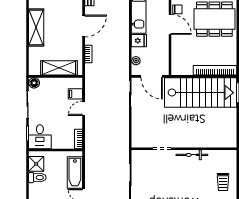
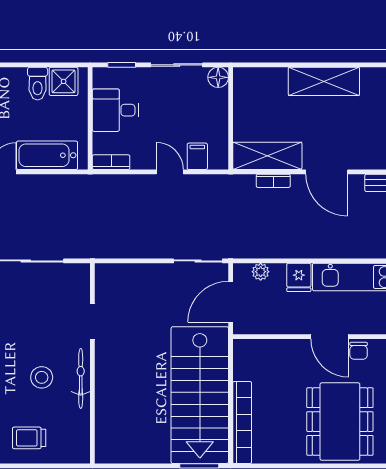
door: (170, 24) -> (330, 337), hinge flipped
shelving: (59, 68) -> (267, 156), moved, turned 90
desk: (40, 137) -> (115, 110), moved
stool: (191, 175) -> (42, 377), added

